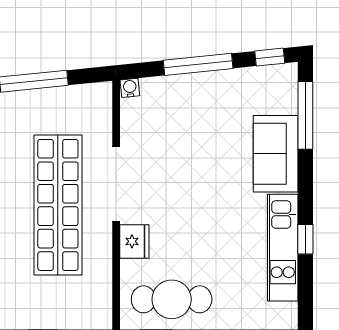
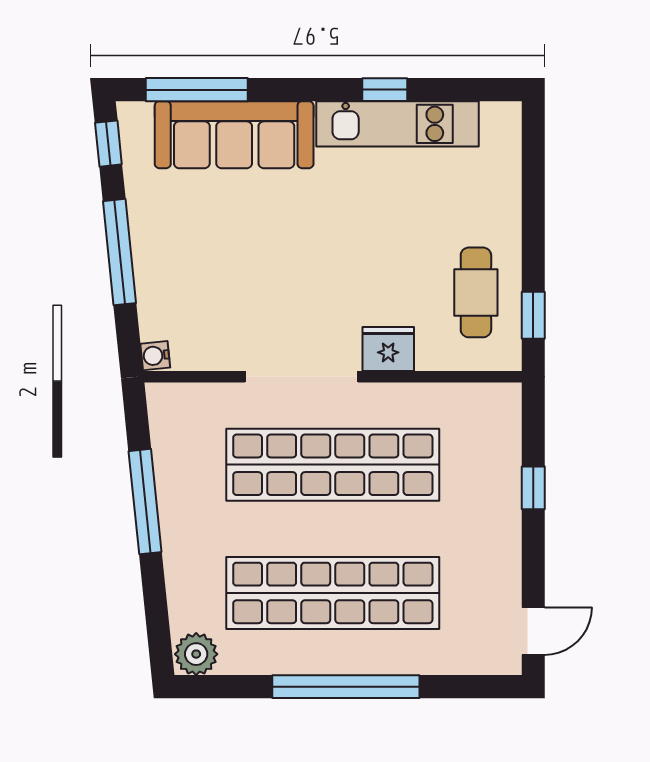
sofa: (276, 154) -> (234, 135), width x1.36
cafe table: (172, 299) -> (476, 292), width x0.73, depth x0.74

